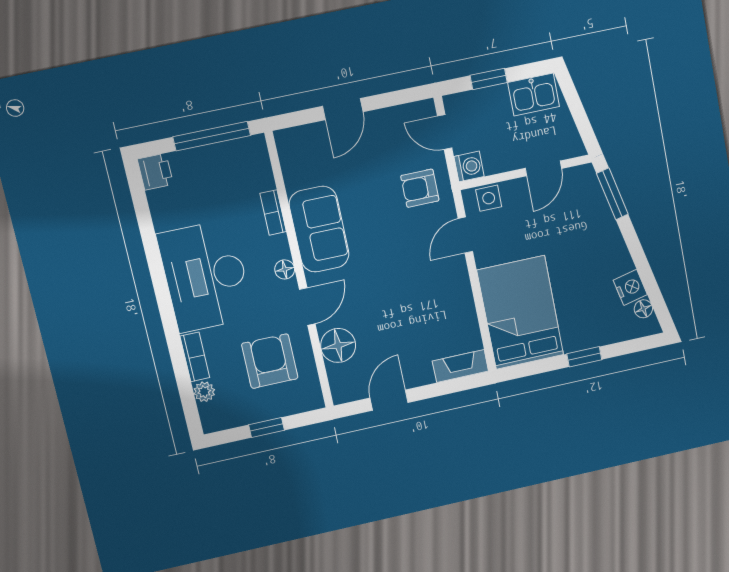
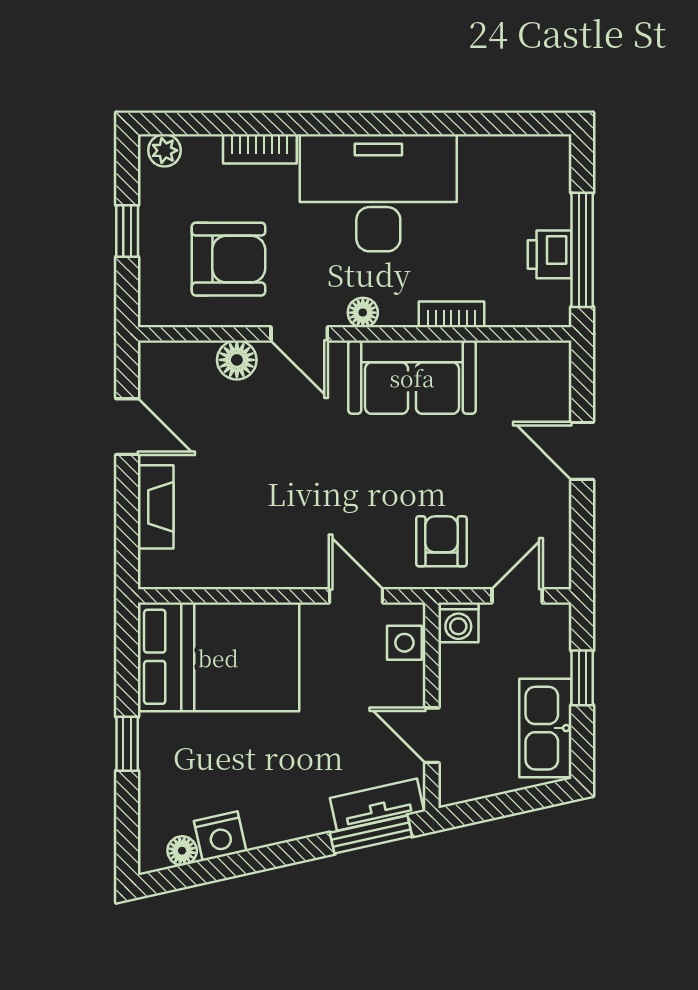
kitchen sink: (534, 94) -> (545, 728), width x1.38
printer: (155, 172) -> (550, 254), moved, turned 90
tv unit: (593, 194) -> (377, 805), added
floor lamp: (338, 345) -> (237, 360), width x0.73, depth x0.73
fireplace: (460, 366) -> (156, 507), moved
plant: (204, 392) -> (165, 150), moved

